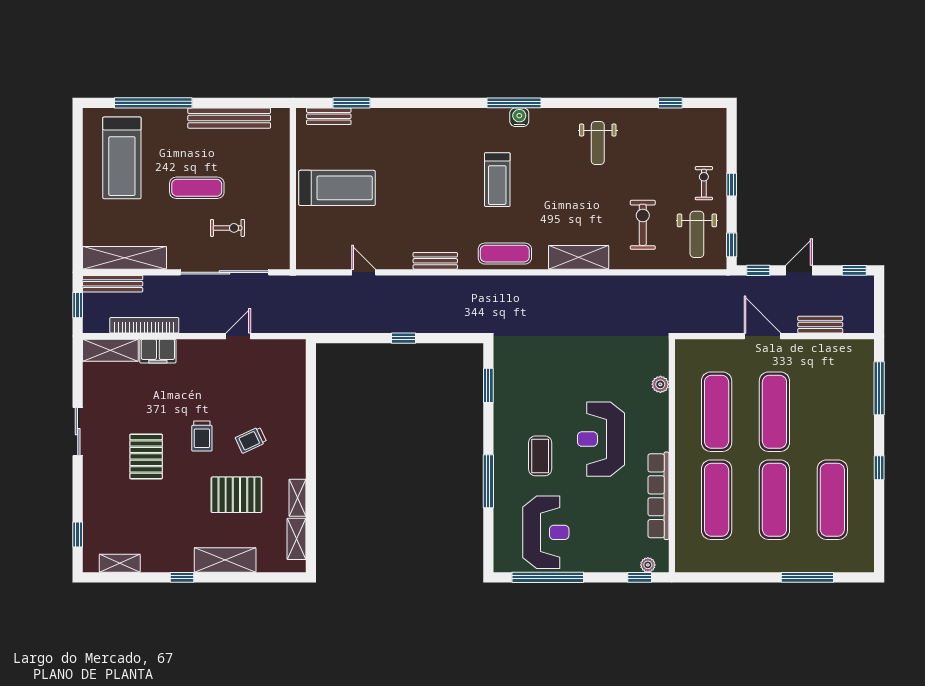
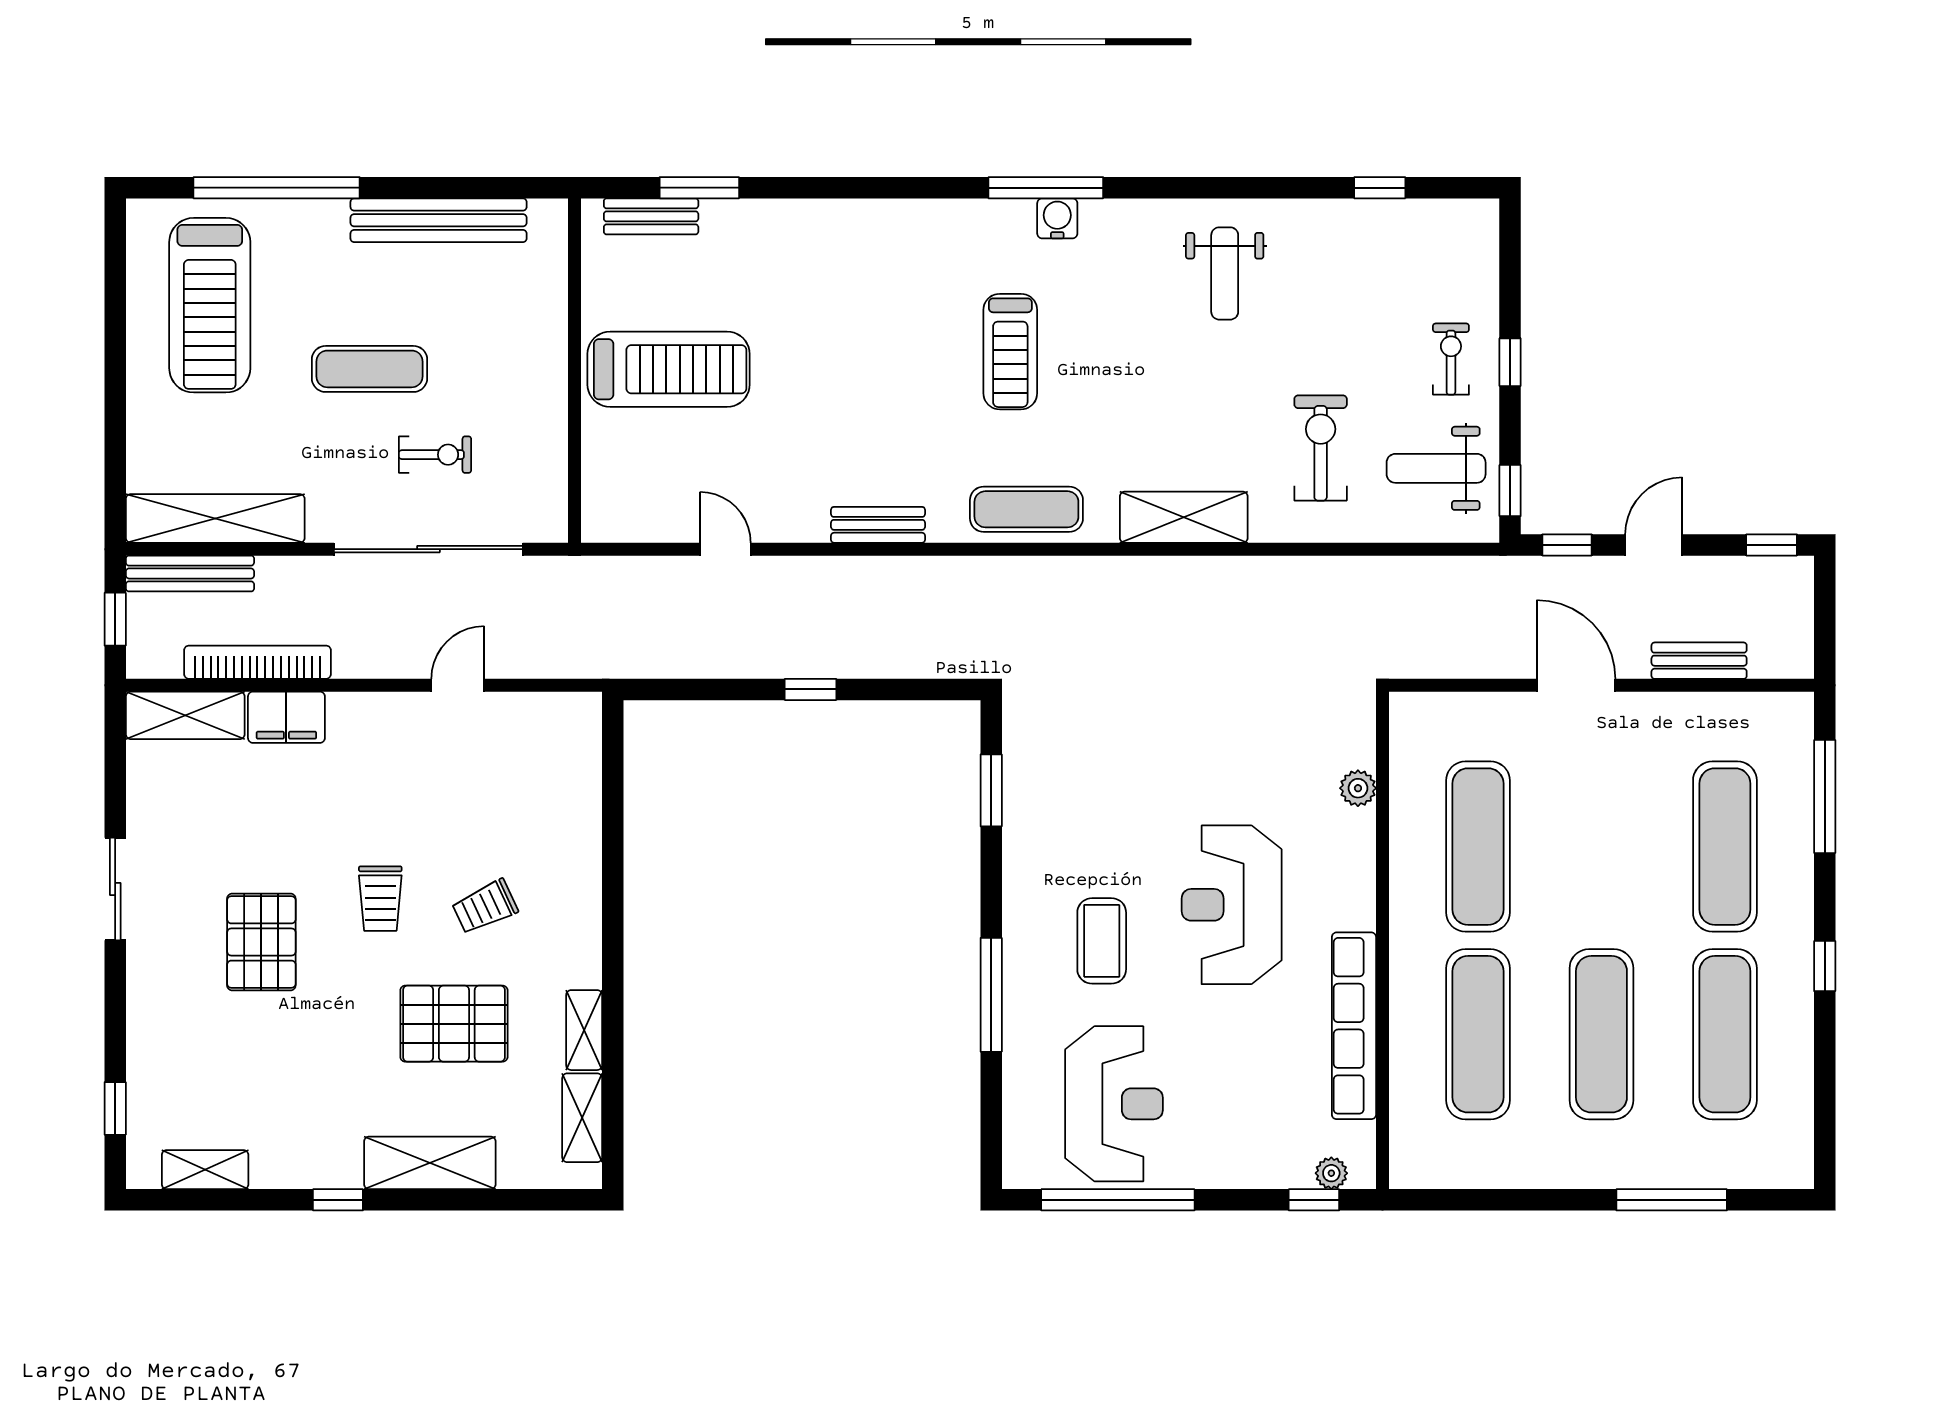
weight bench: (697, 234) -> (1436, 468), turned 90
exercise mat: (774, 412) -> (1725, 847), moved

